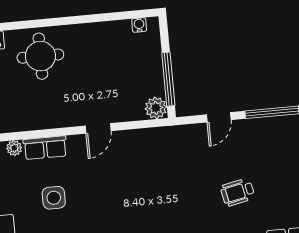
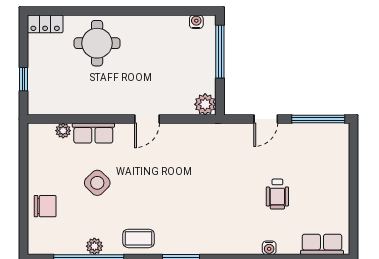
window: (168, 79) -> (220, 52), moved
wheelchair: (238, 192) -> (277, 194), turned -78
side table: (54, 198) -> (97, 183), turned 45

